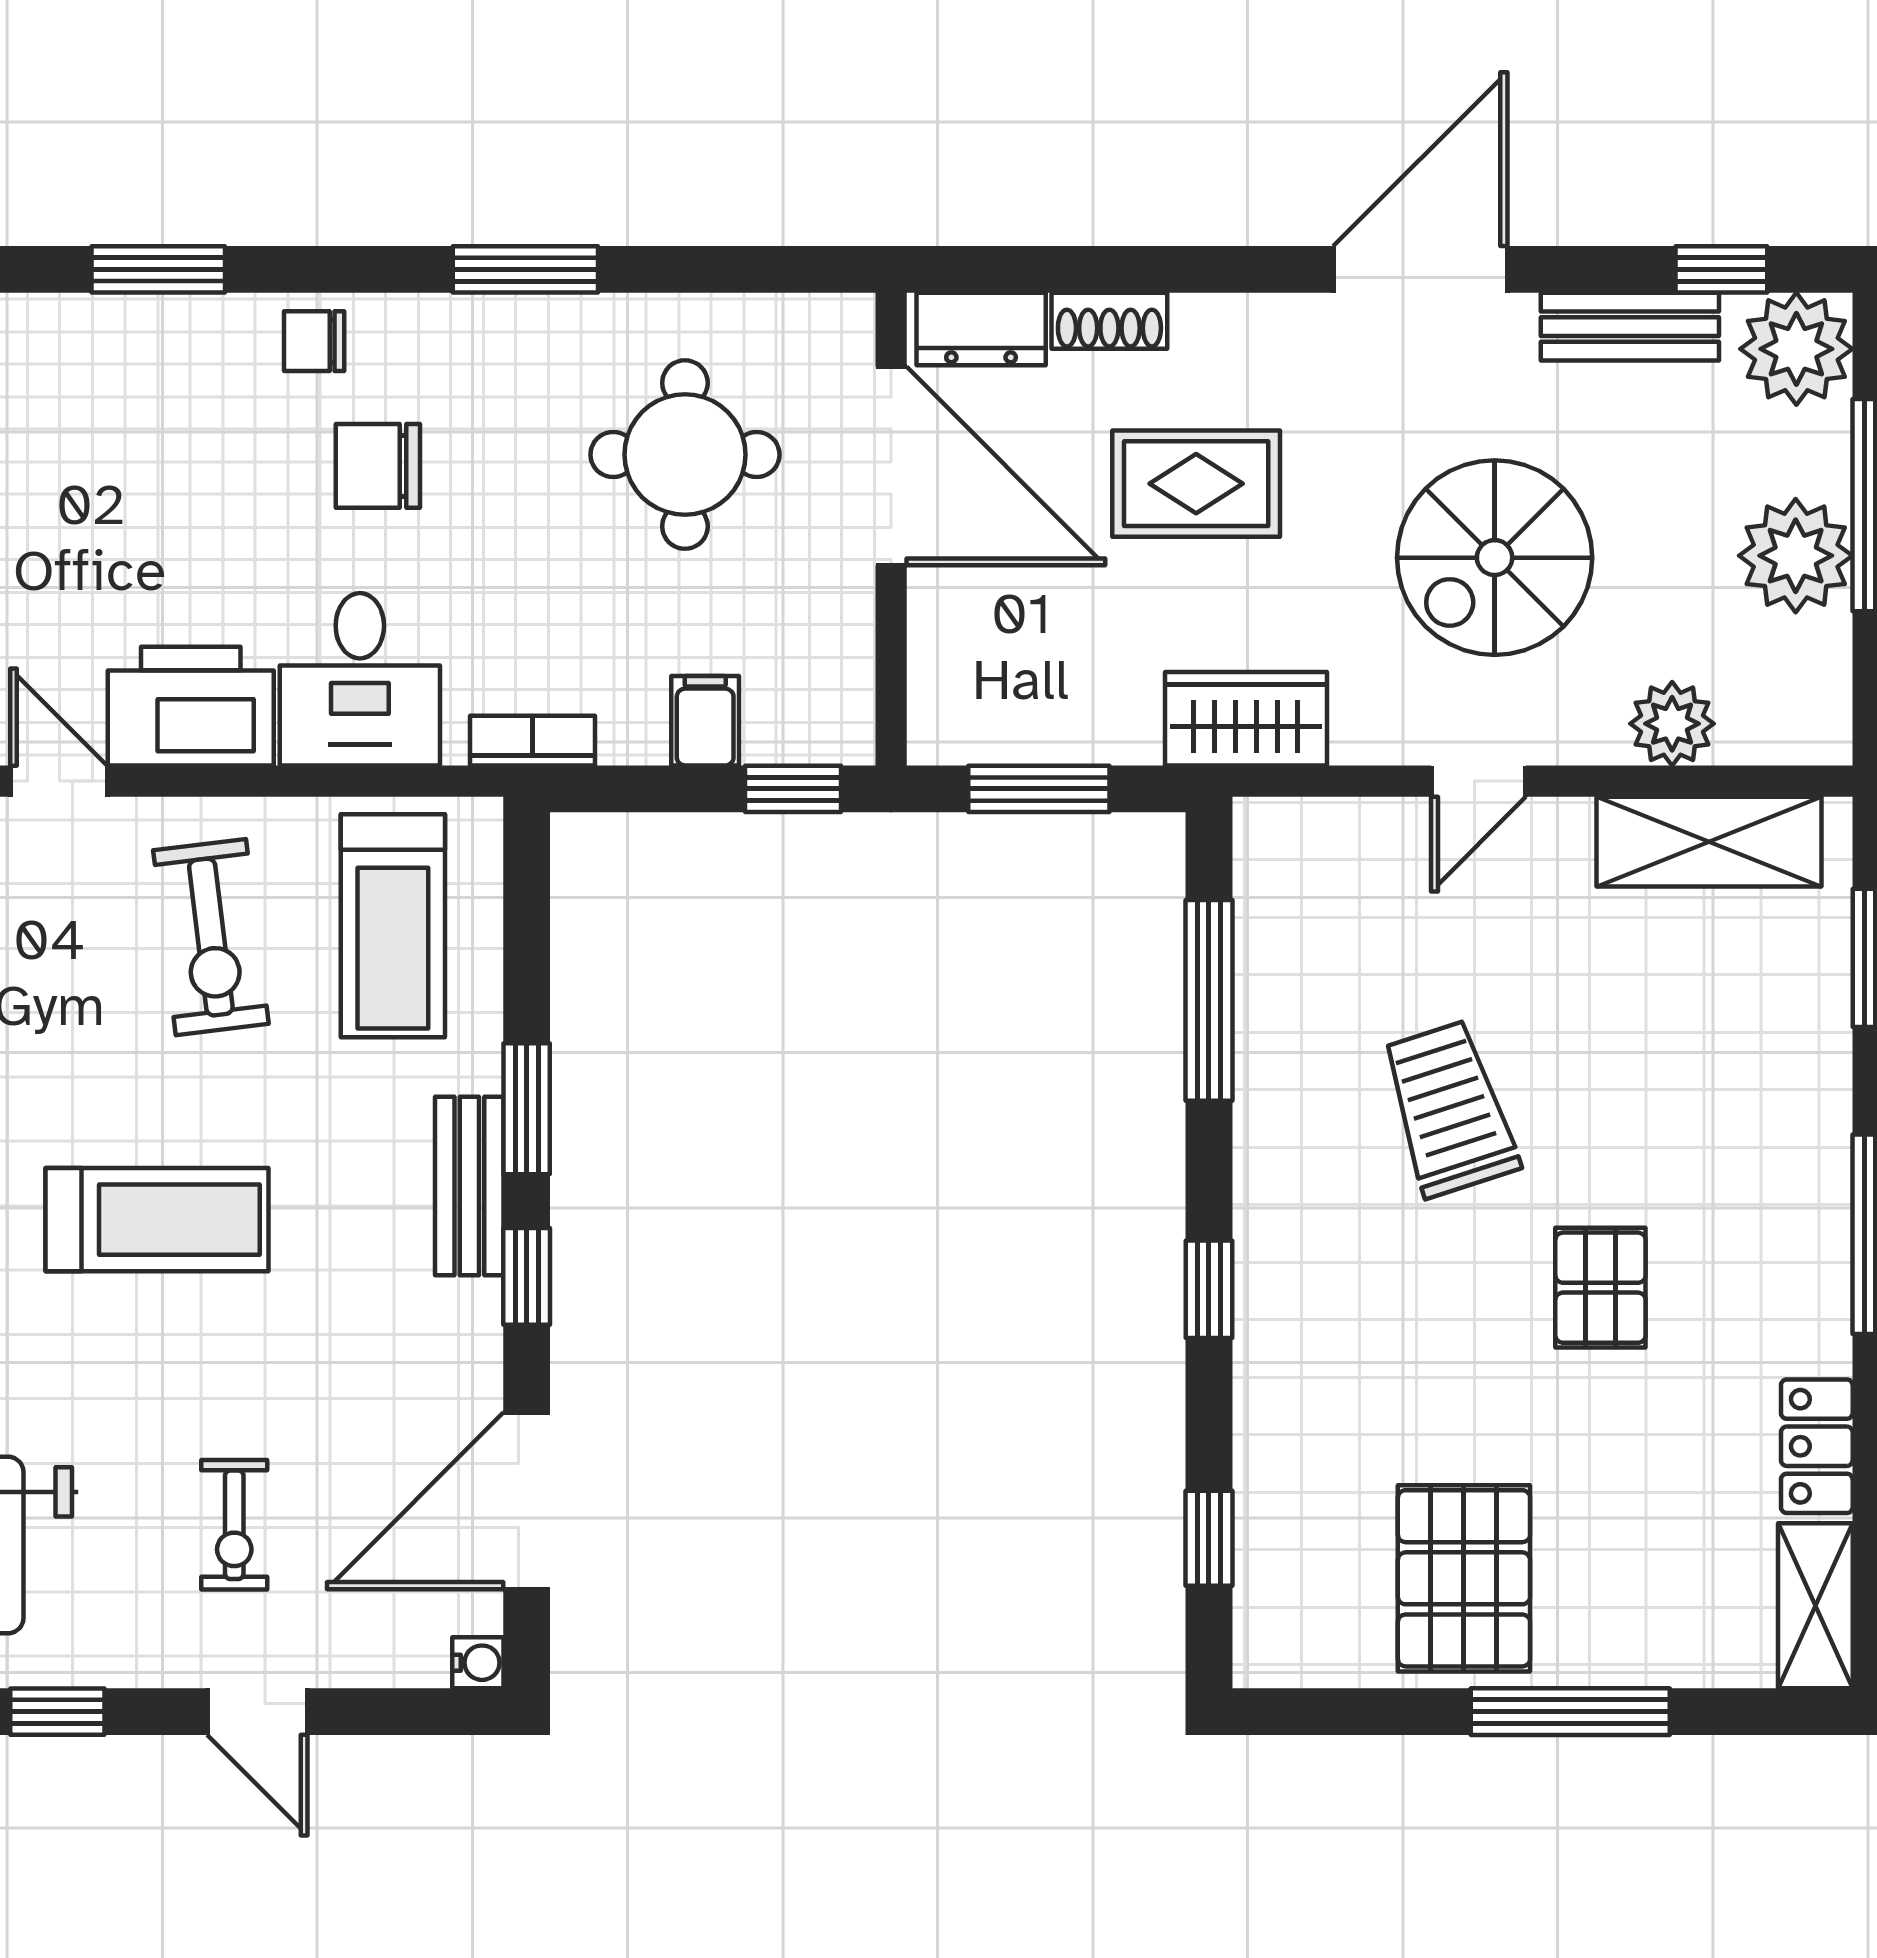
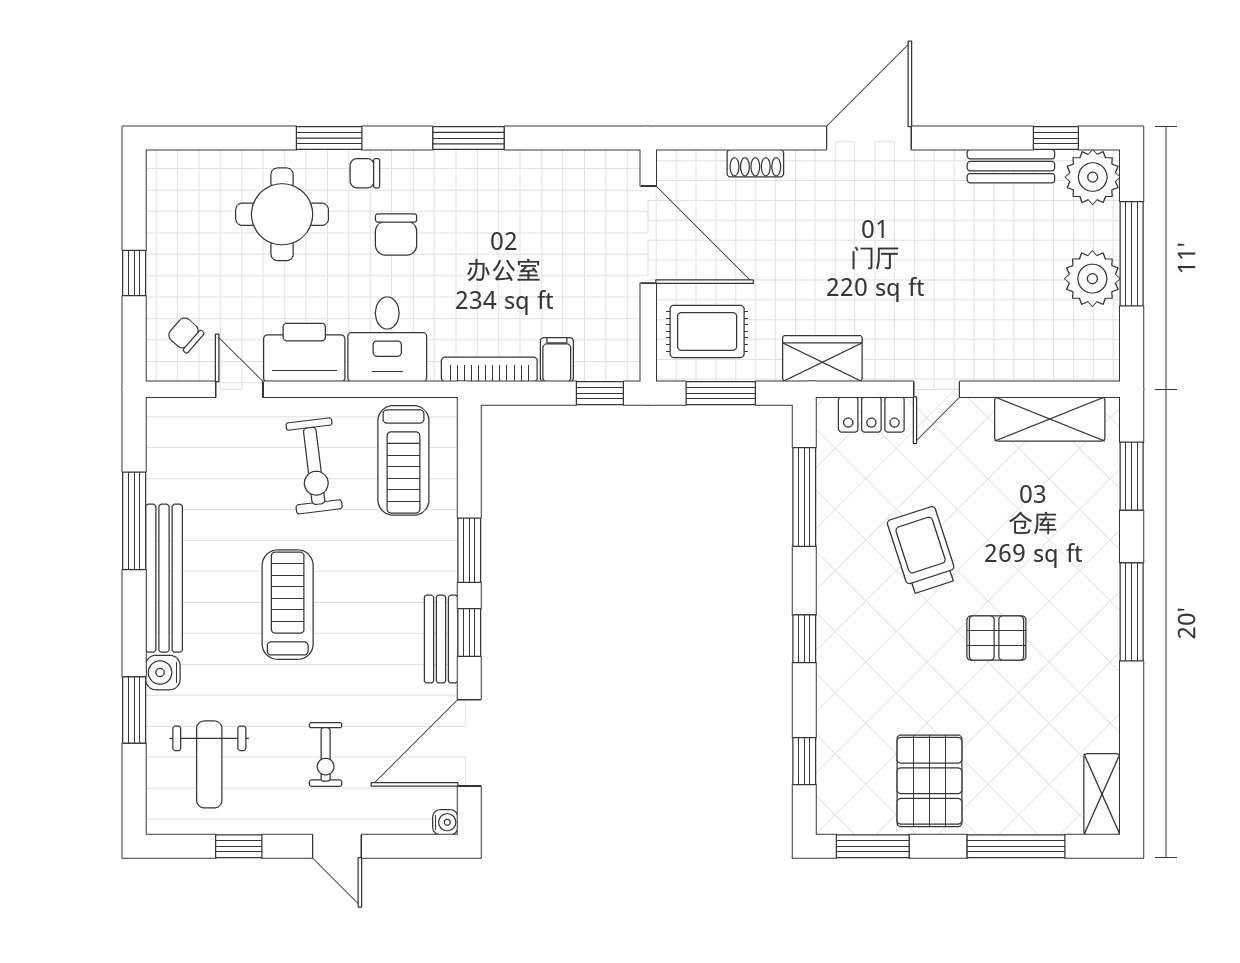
window: (158, 269) -> (329, 138), moved
door: (1420, 269) -> (869, 138), moved
dresser: (981, 329) -> (692, 167), removed
round table: (685, 455) -> (282, 214), moved
chair: (378, 466) -> (396, 235), turned -90
rug: (1196, 484) -> (707, 331), moved
spiral stairs: (1495, 558) -> (944, 280), removed
plant: (1672, 724) -> (1032, 361), removed
bookcase: (533, 741) -> (489, 369), width x1.56
bench: (469, 1186) -> (441, 639), moved
treadmill: (157, 1220) -> (288, 605), turned -90
pallet: (1600, 1288) -> (996, 638), turned 90
locker: (1817, 1446) -> (871, 414), moved, turned -90
window: (1348, 1712) -> (873, 846), added
window: (1570, 1712) -> (1016, 846), moved

